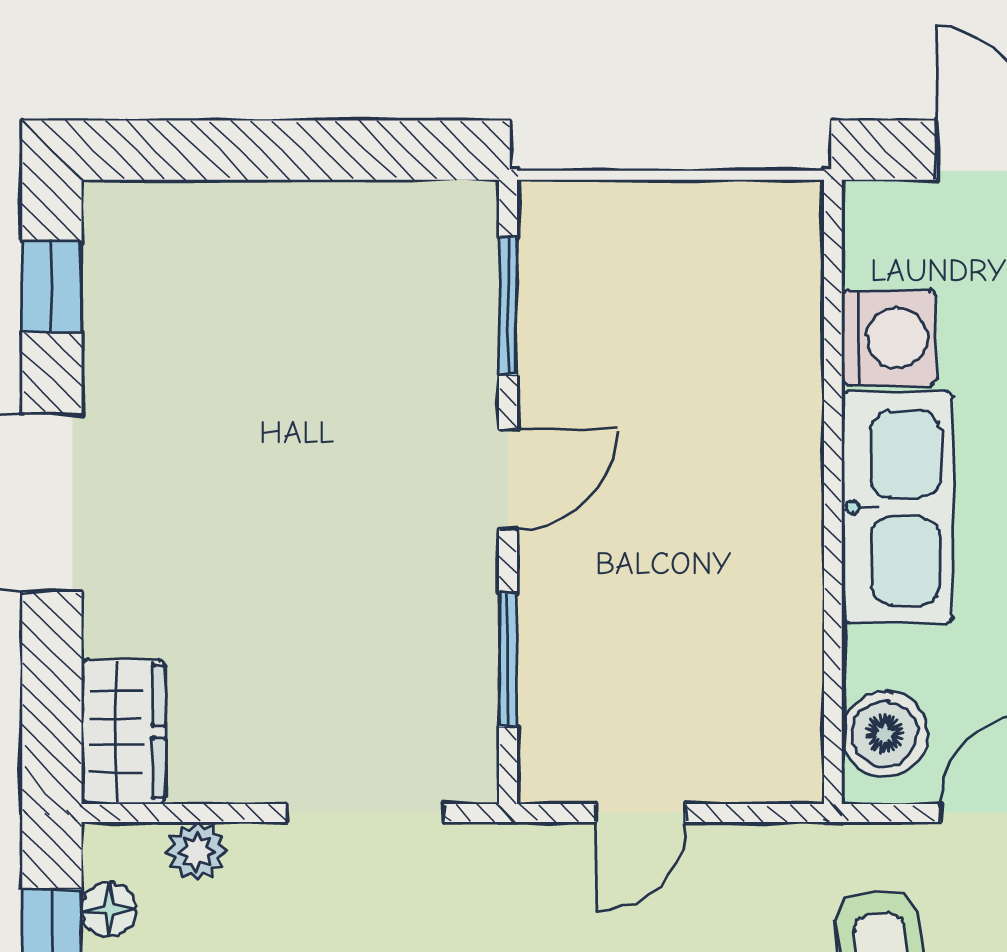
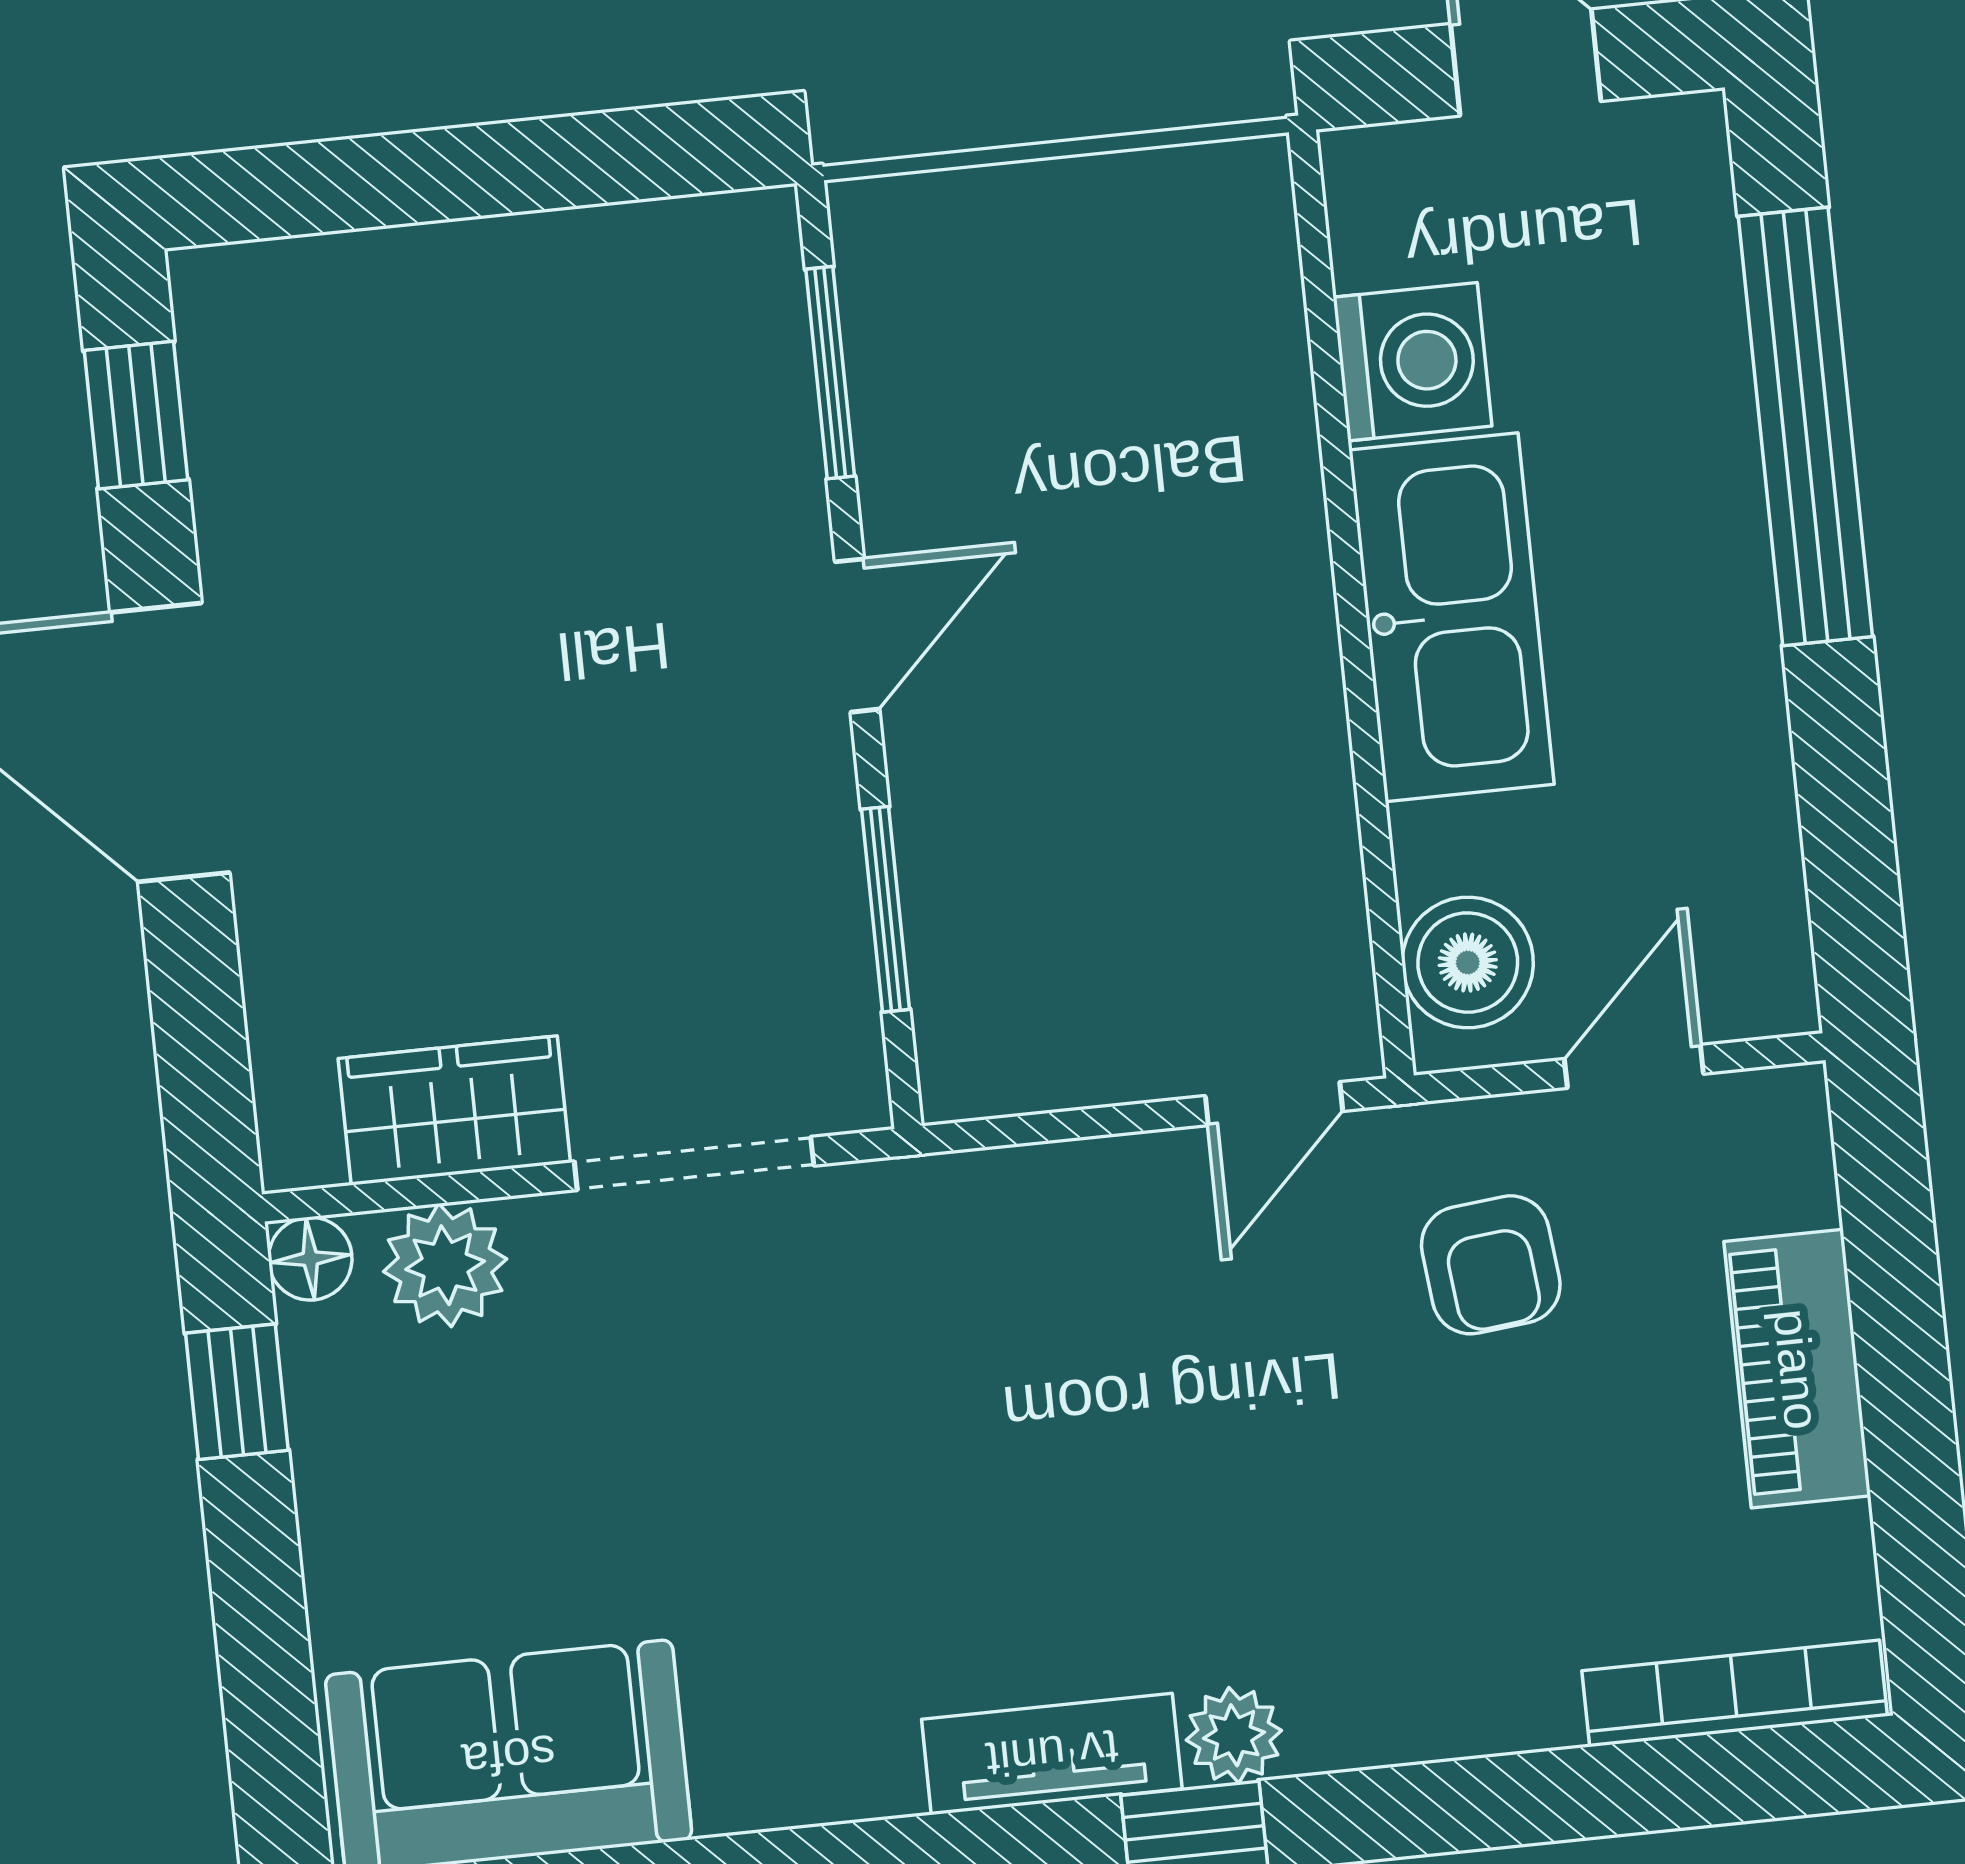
wardrobe: (123, 732) -> (454, 1110), moved, turned -90
door: (641, 813) -> (1274, 1104), moved
plant: (196, 851) -> (445, 1265), width x1.38, depth x1.38
floor lamp: (109, 910) -> (310, 1259), moved

